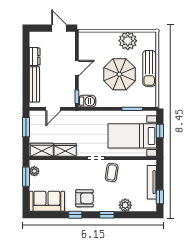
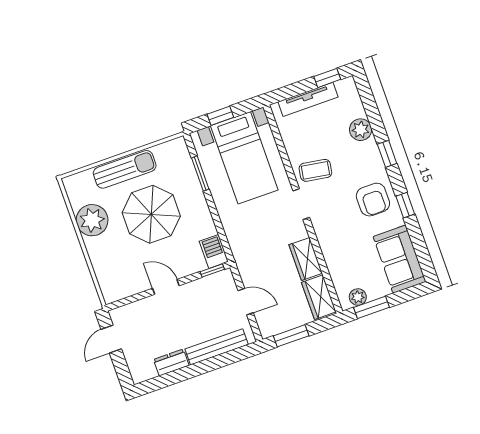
armchair: (85, 198) -> (373, 200), turned 180

